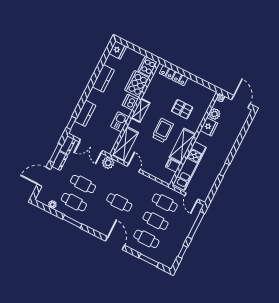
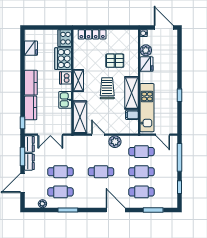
fridge: (118, 50) -> (31, 48), moved
kitchen counter: (103, 78) -> (31, 83), moved
plant: (108, 163) -> (115, 142), moved

